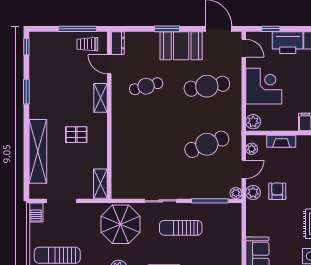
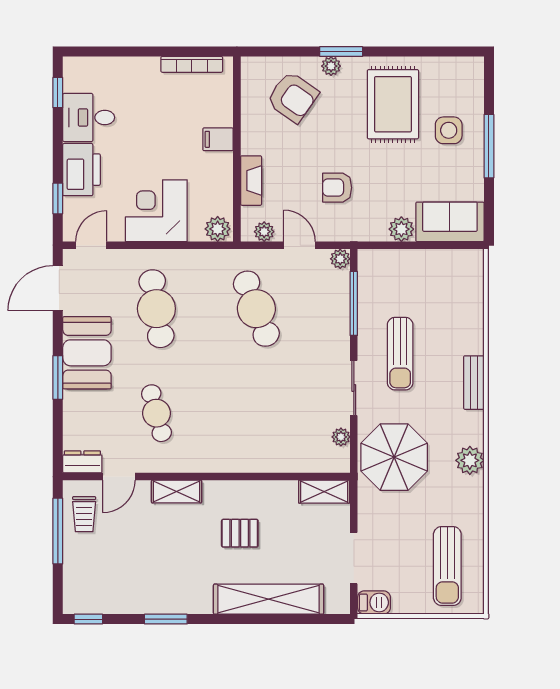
pallet: (76, 135) -> (240, 533), turned 90
plant: (132, 193) -> (341, 437), added
plant: (253, 193) -> (401, 229), moved

